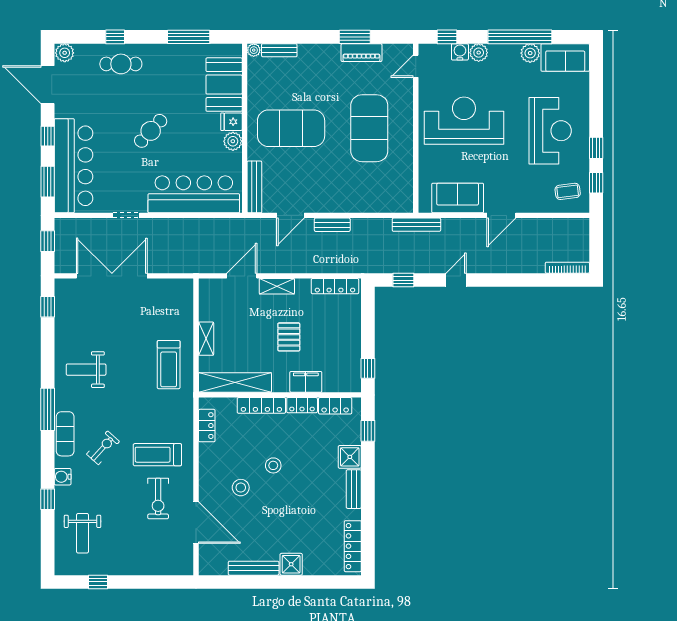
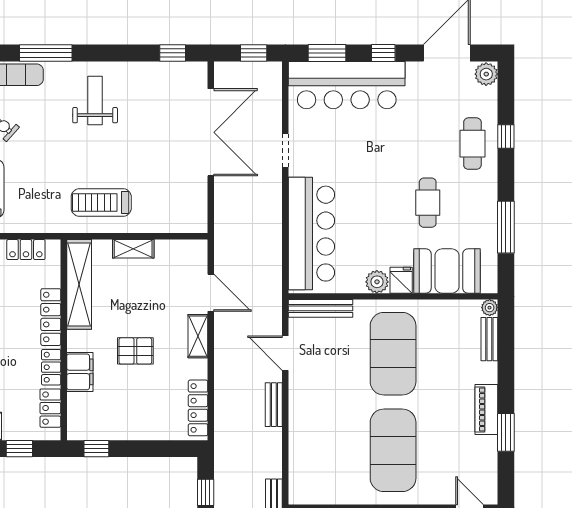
piano: (361, 53) -> (486, 409), moved
exercise mat: (369, 128) -> (393, 450), turned 90
cafe table: (151, 131) -> (428, 203), moved, turned 47

